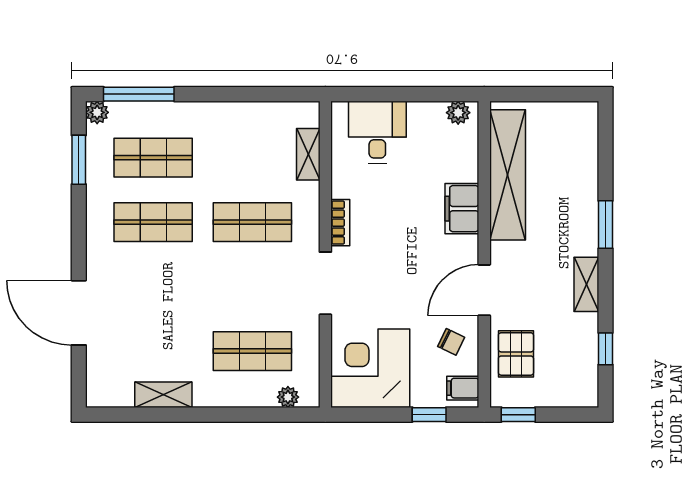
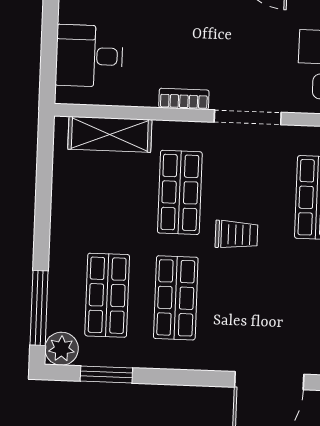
plant: (97, 112) -> (62, 349), width x1.38, depth x1.38
shelving: (308, 154) -> (110, 134), width x1.50, depth x1.33
trolley: (215, 277) -> (236, 235), added

